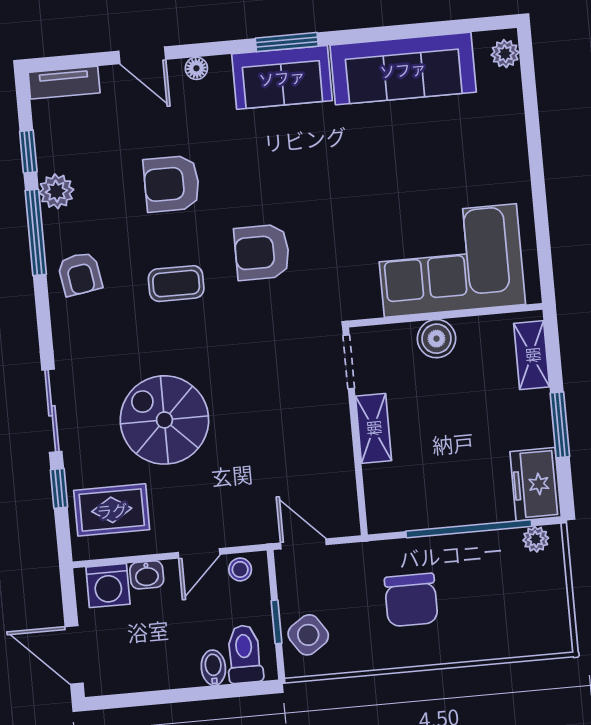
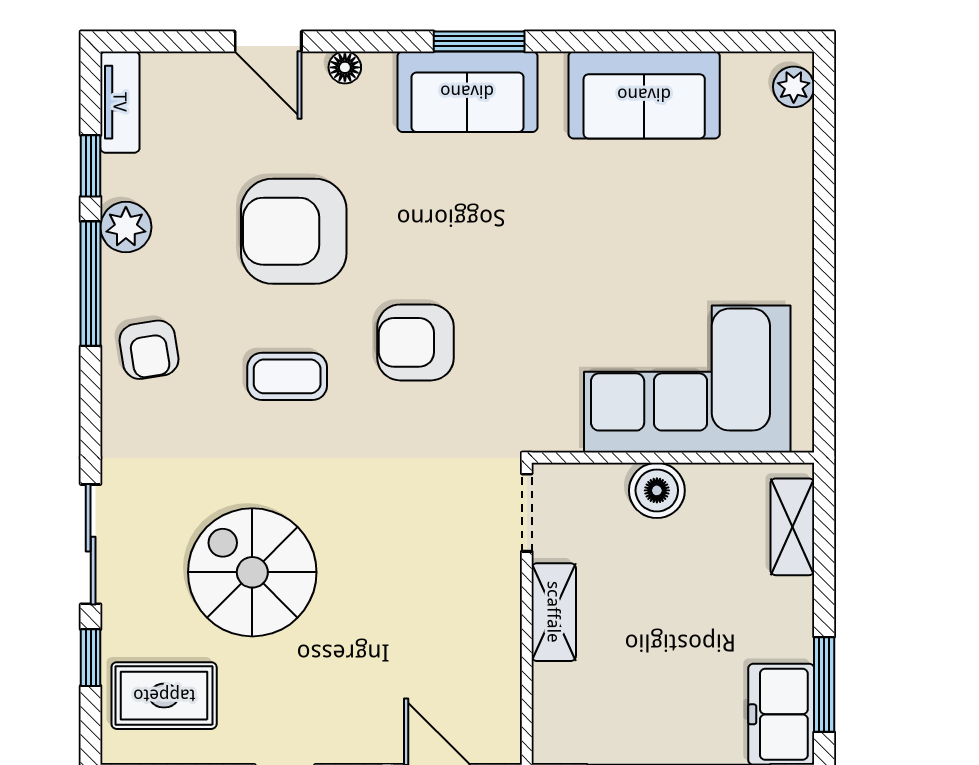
sofa: (403, 69) -> (644, 95), width x0.73
tv unit: (64, 83) -> (120, 102), moved, turned -90
armchair: (172, 184) -> (294, 231), width x1.36, depth x1.36
window: (560, 425) -> (824, 685), moved

